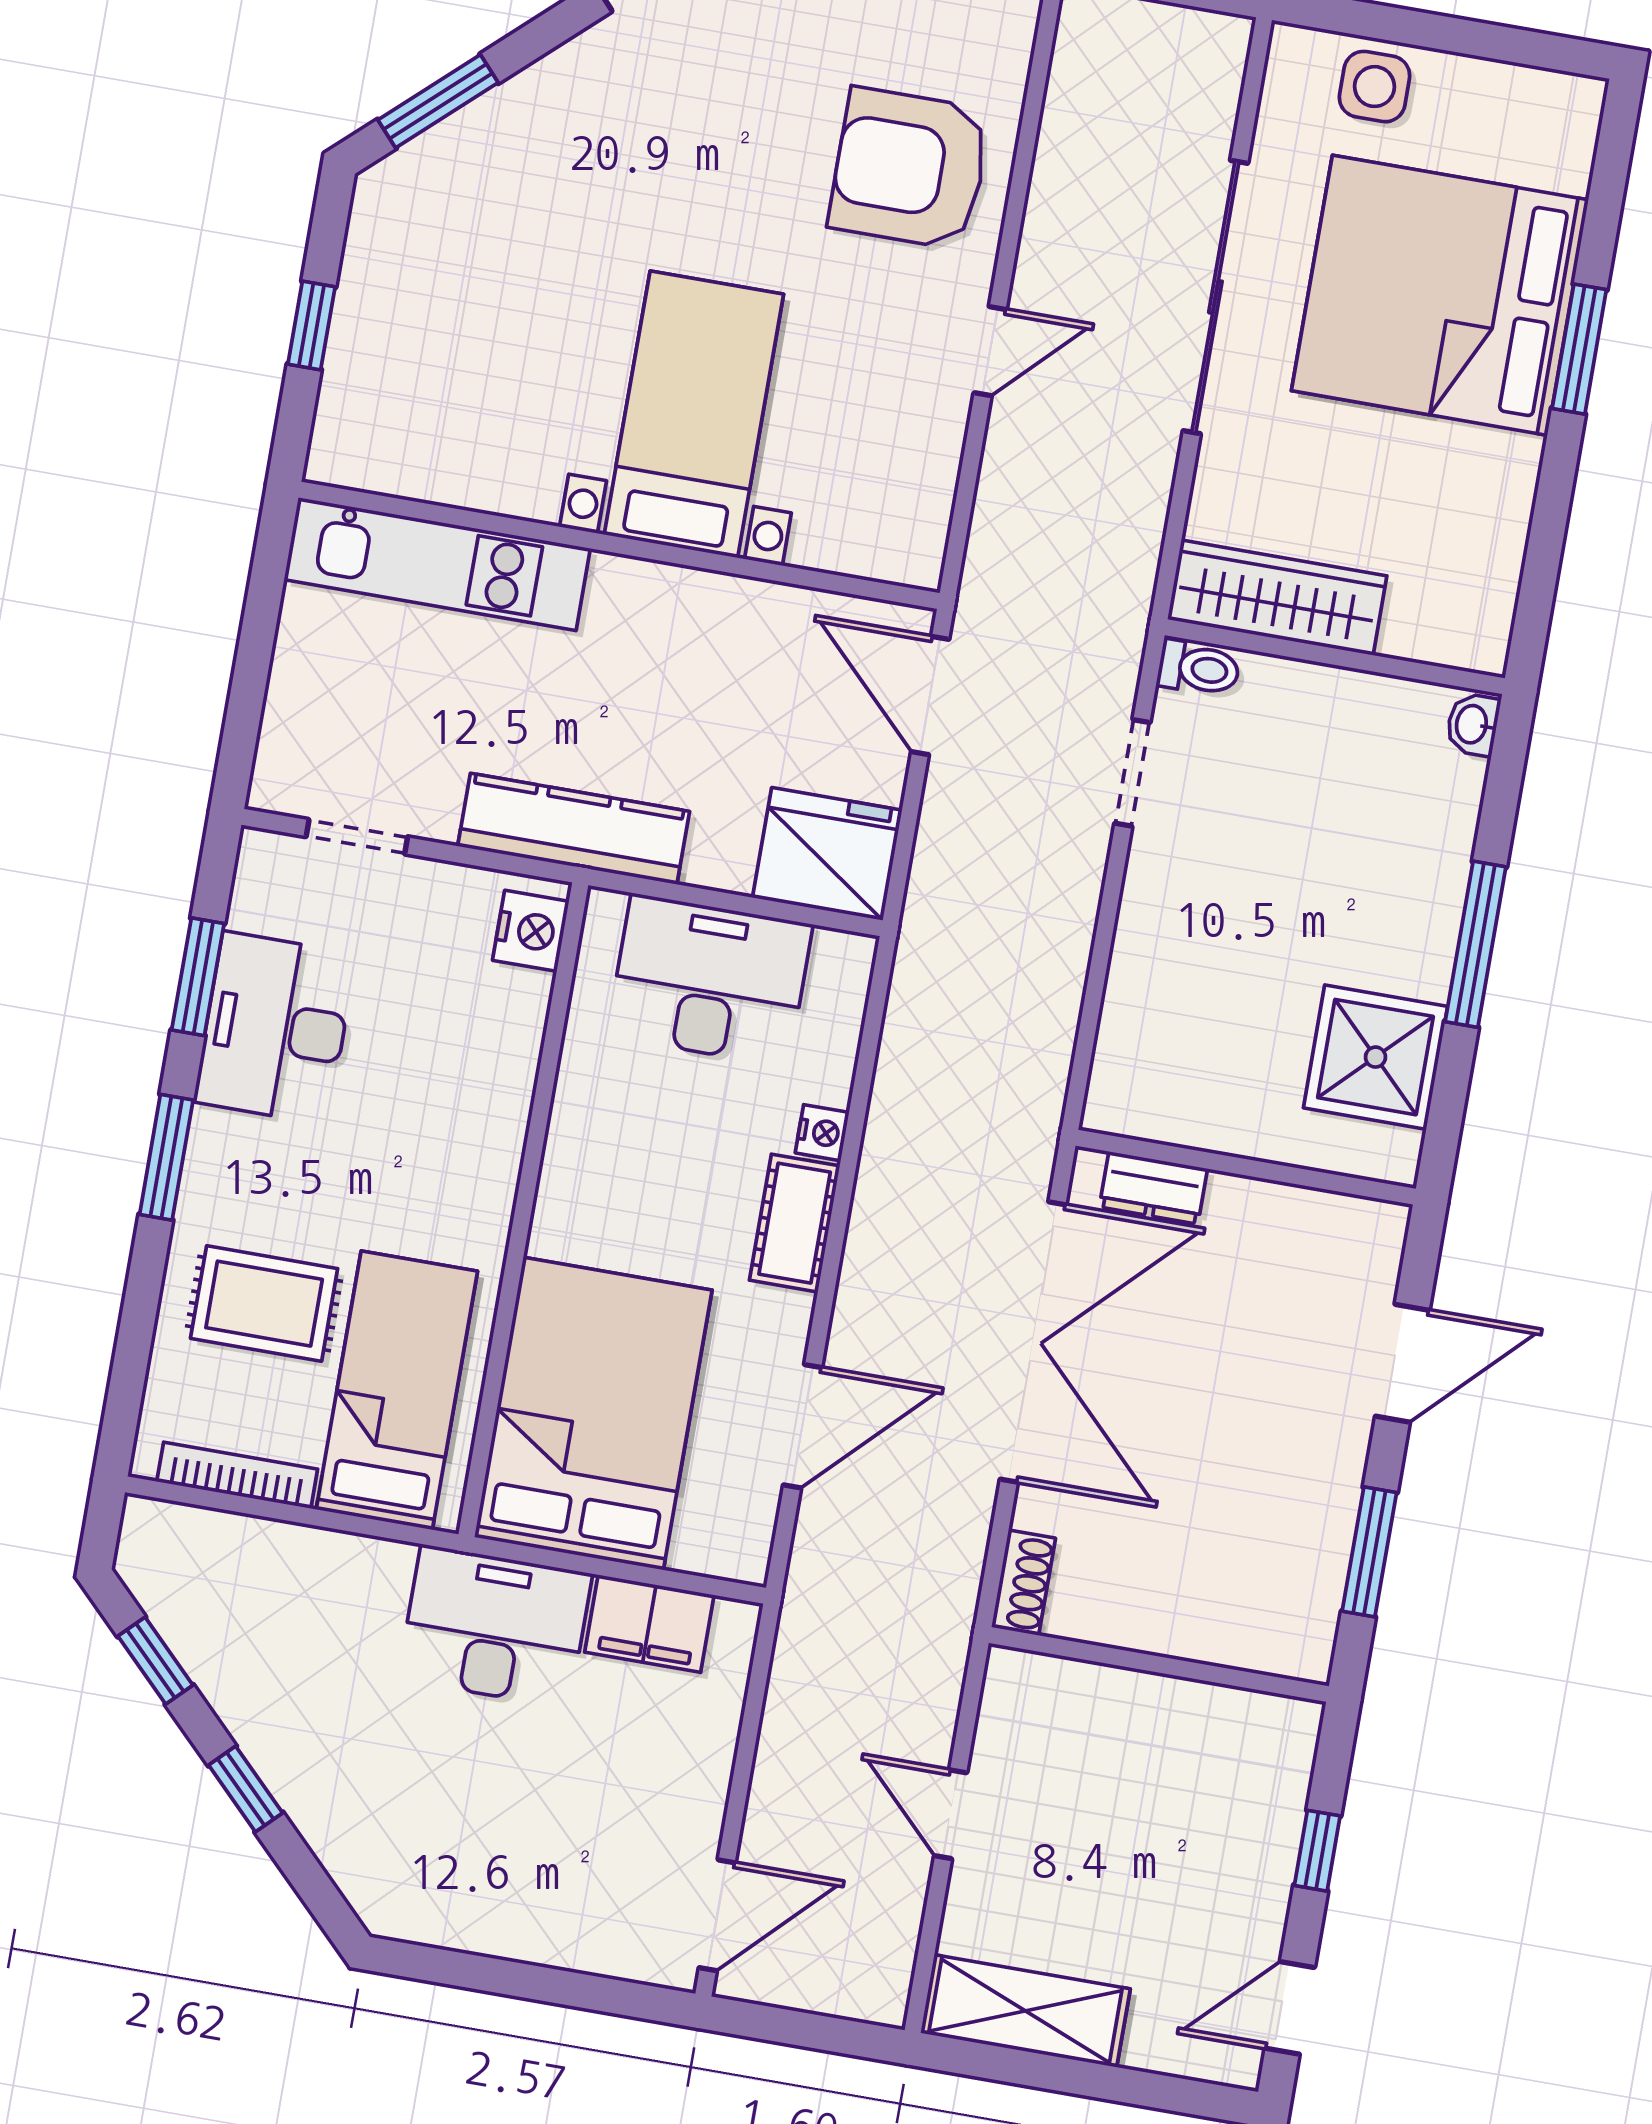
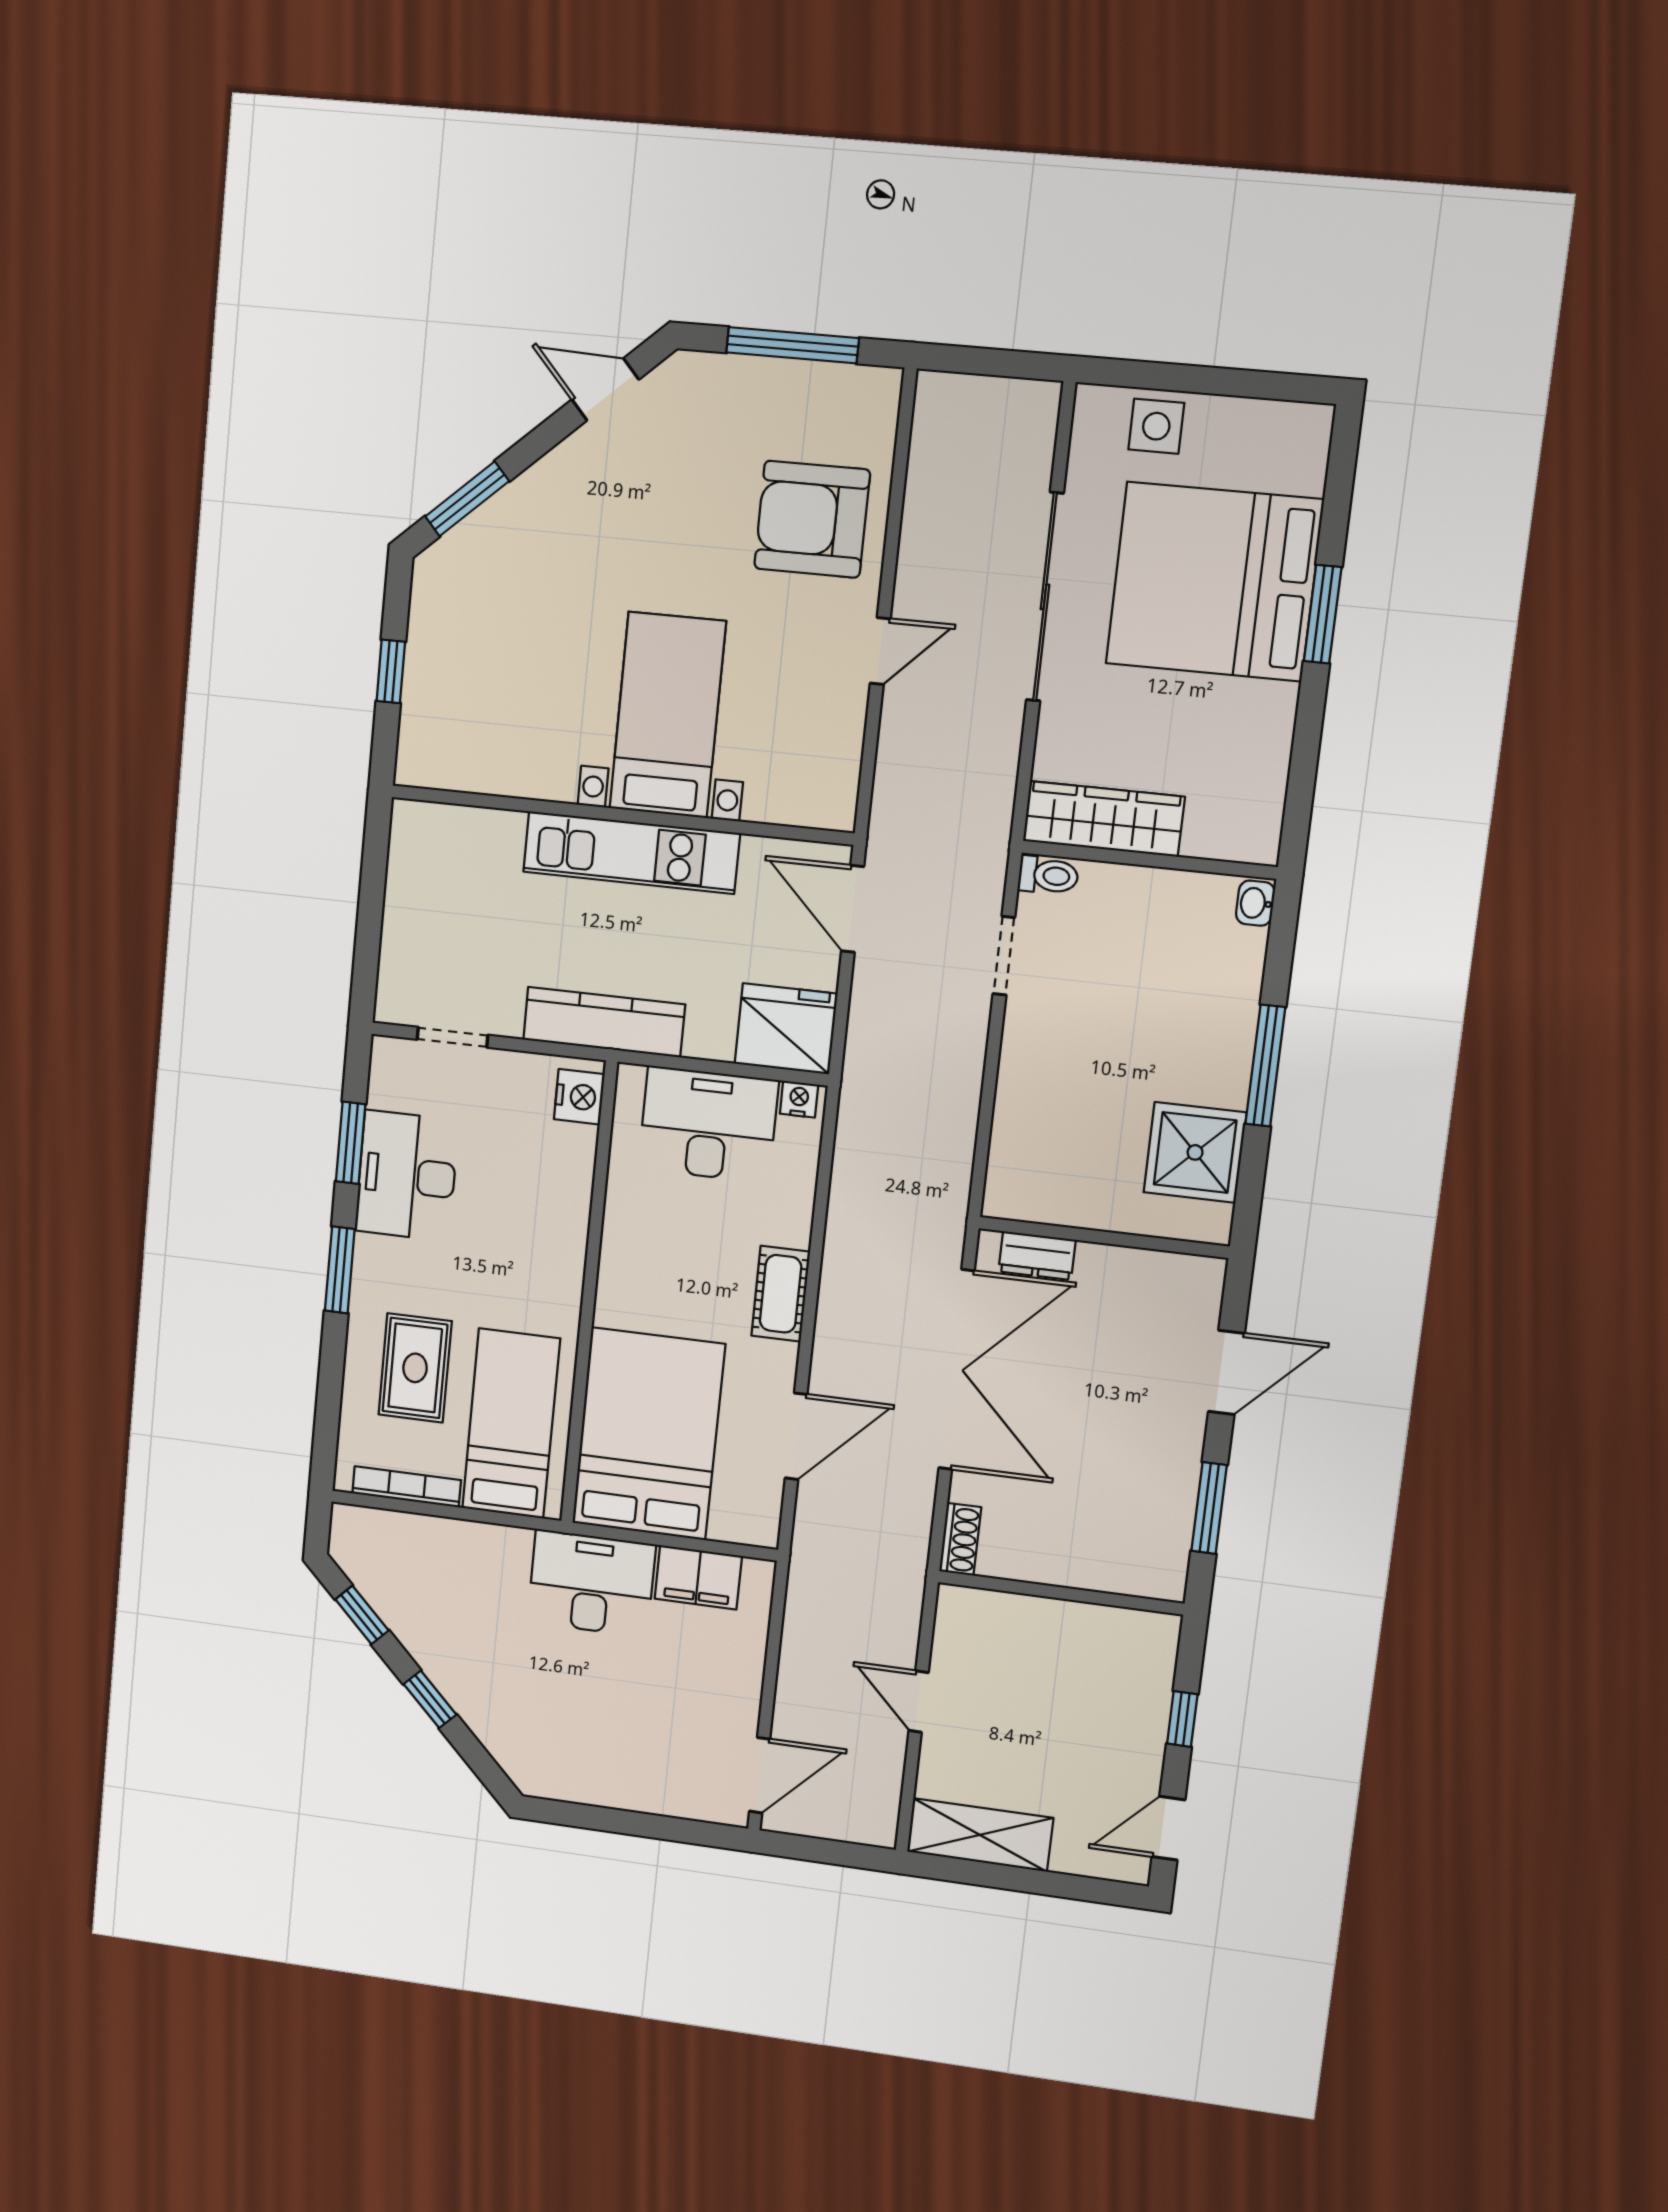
kitchen unit: (437, 564) -> (631, 853), moved
nightstand: (822, 1133) -> (799, 1099), moved, turned -90
rug: (264, 1304) -> (415, 1368), turned 90

